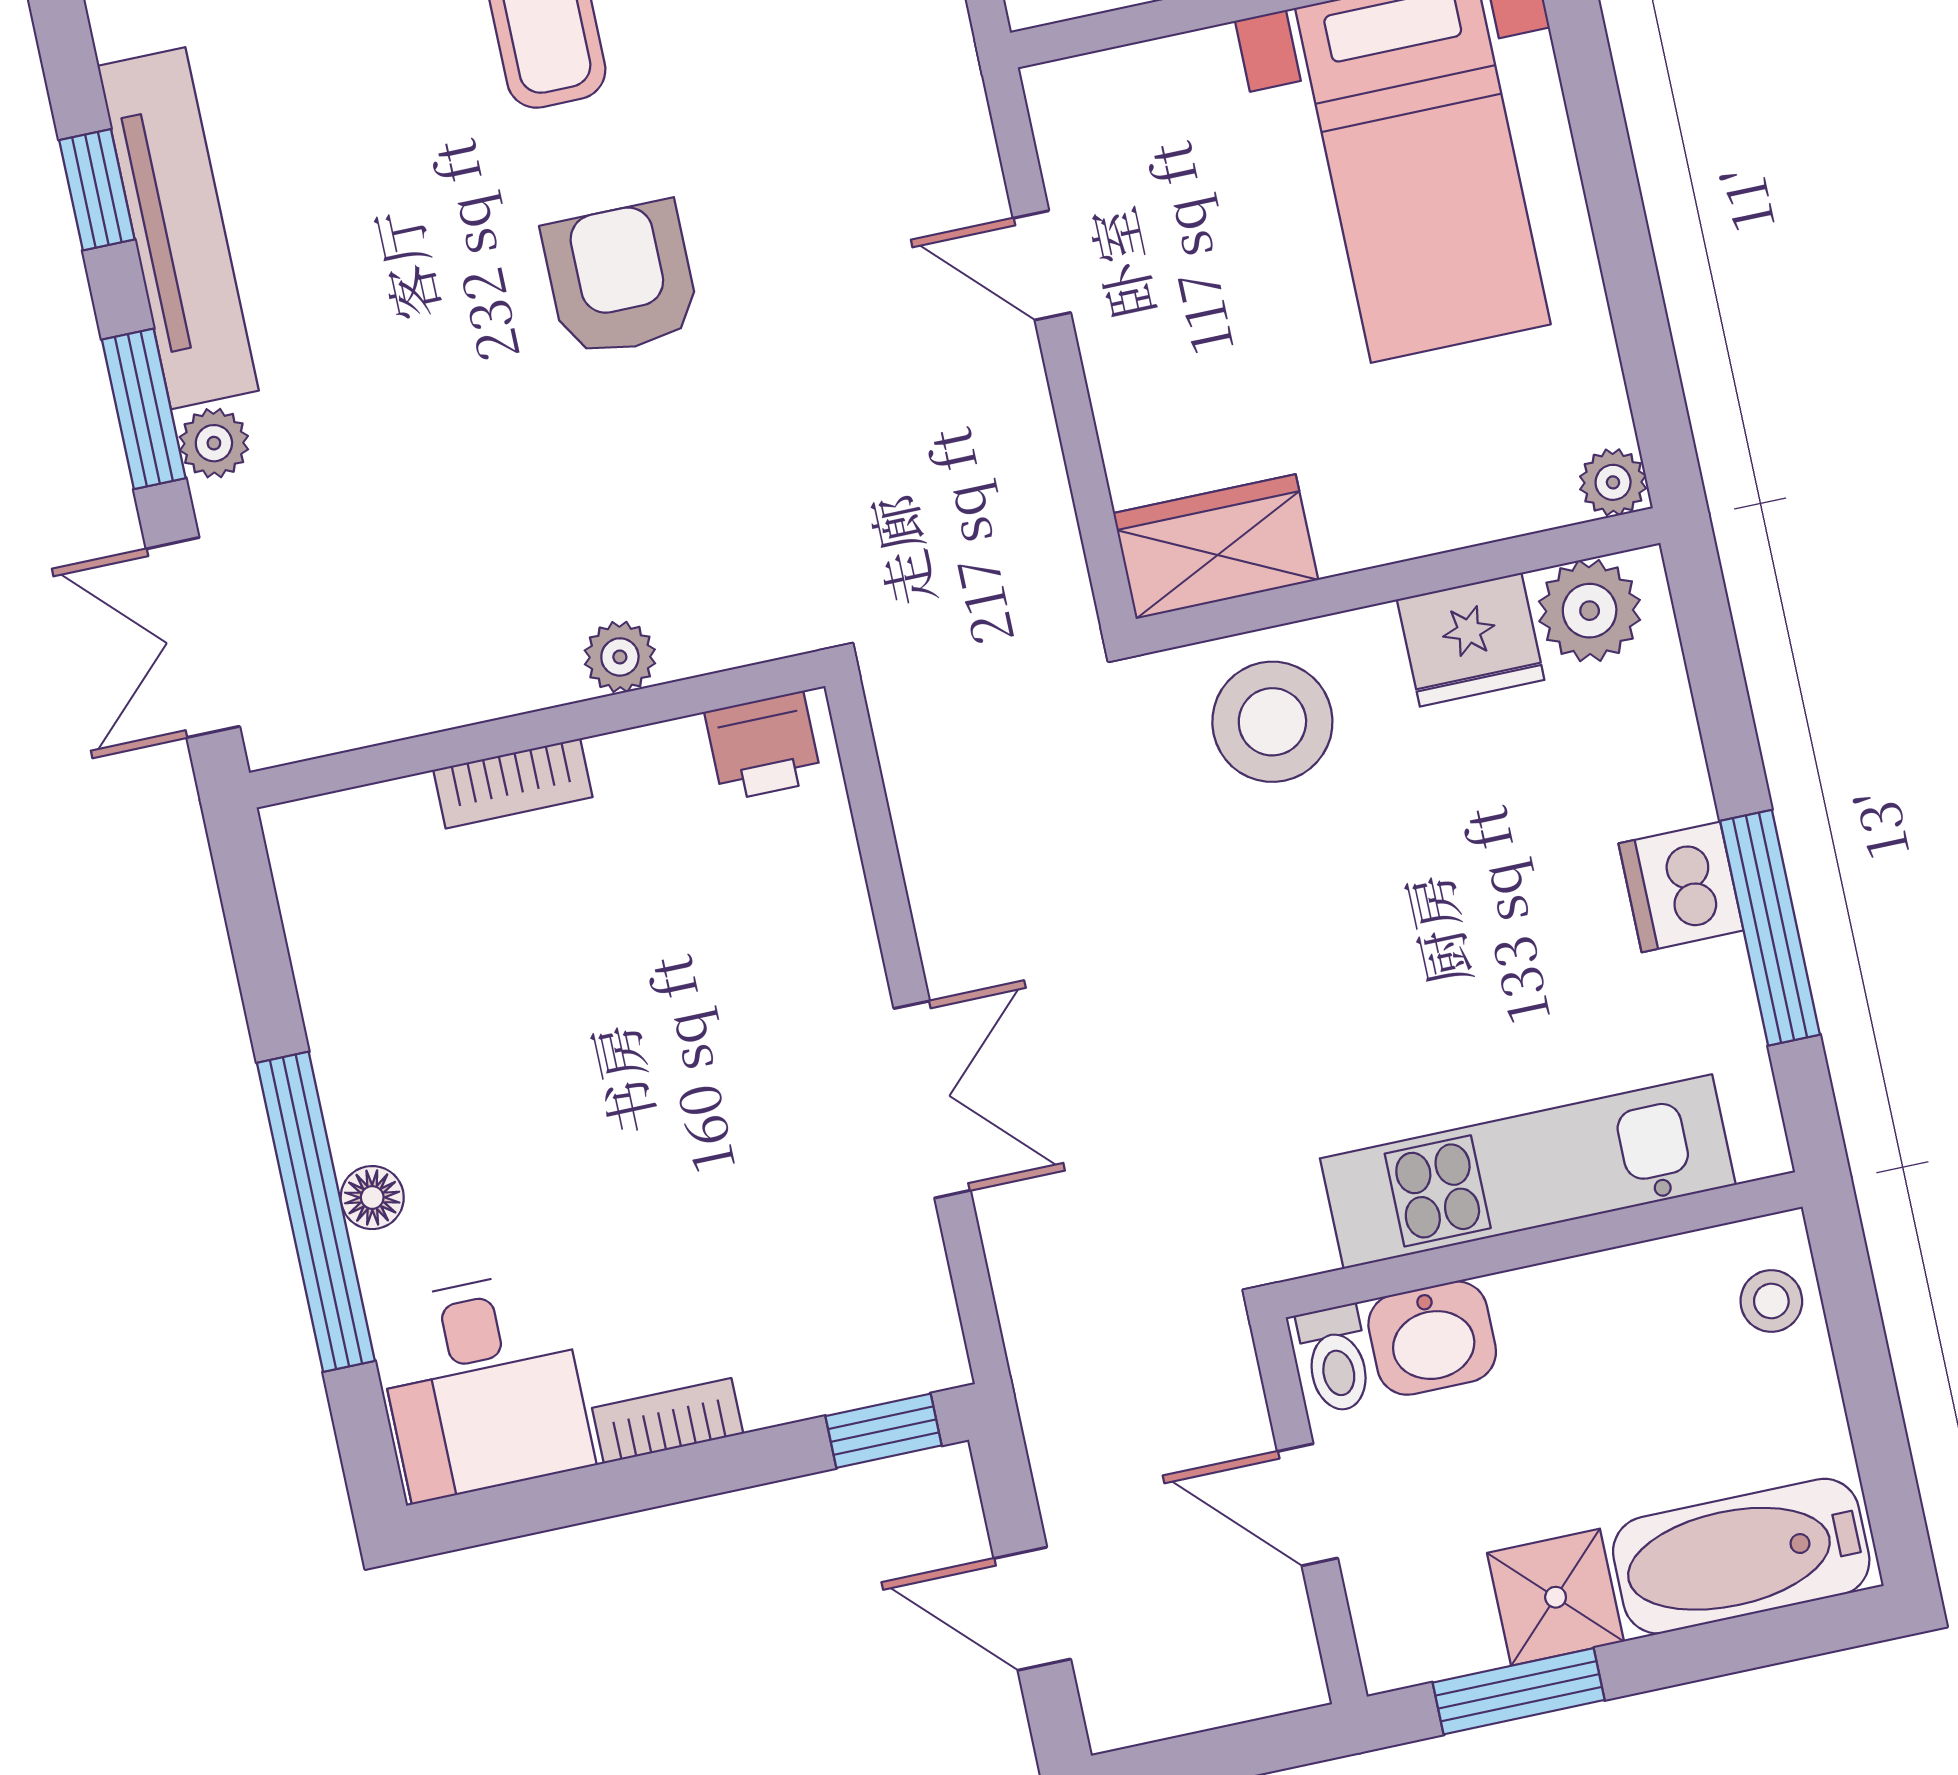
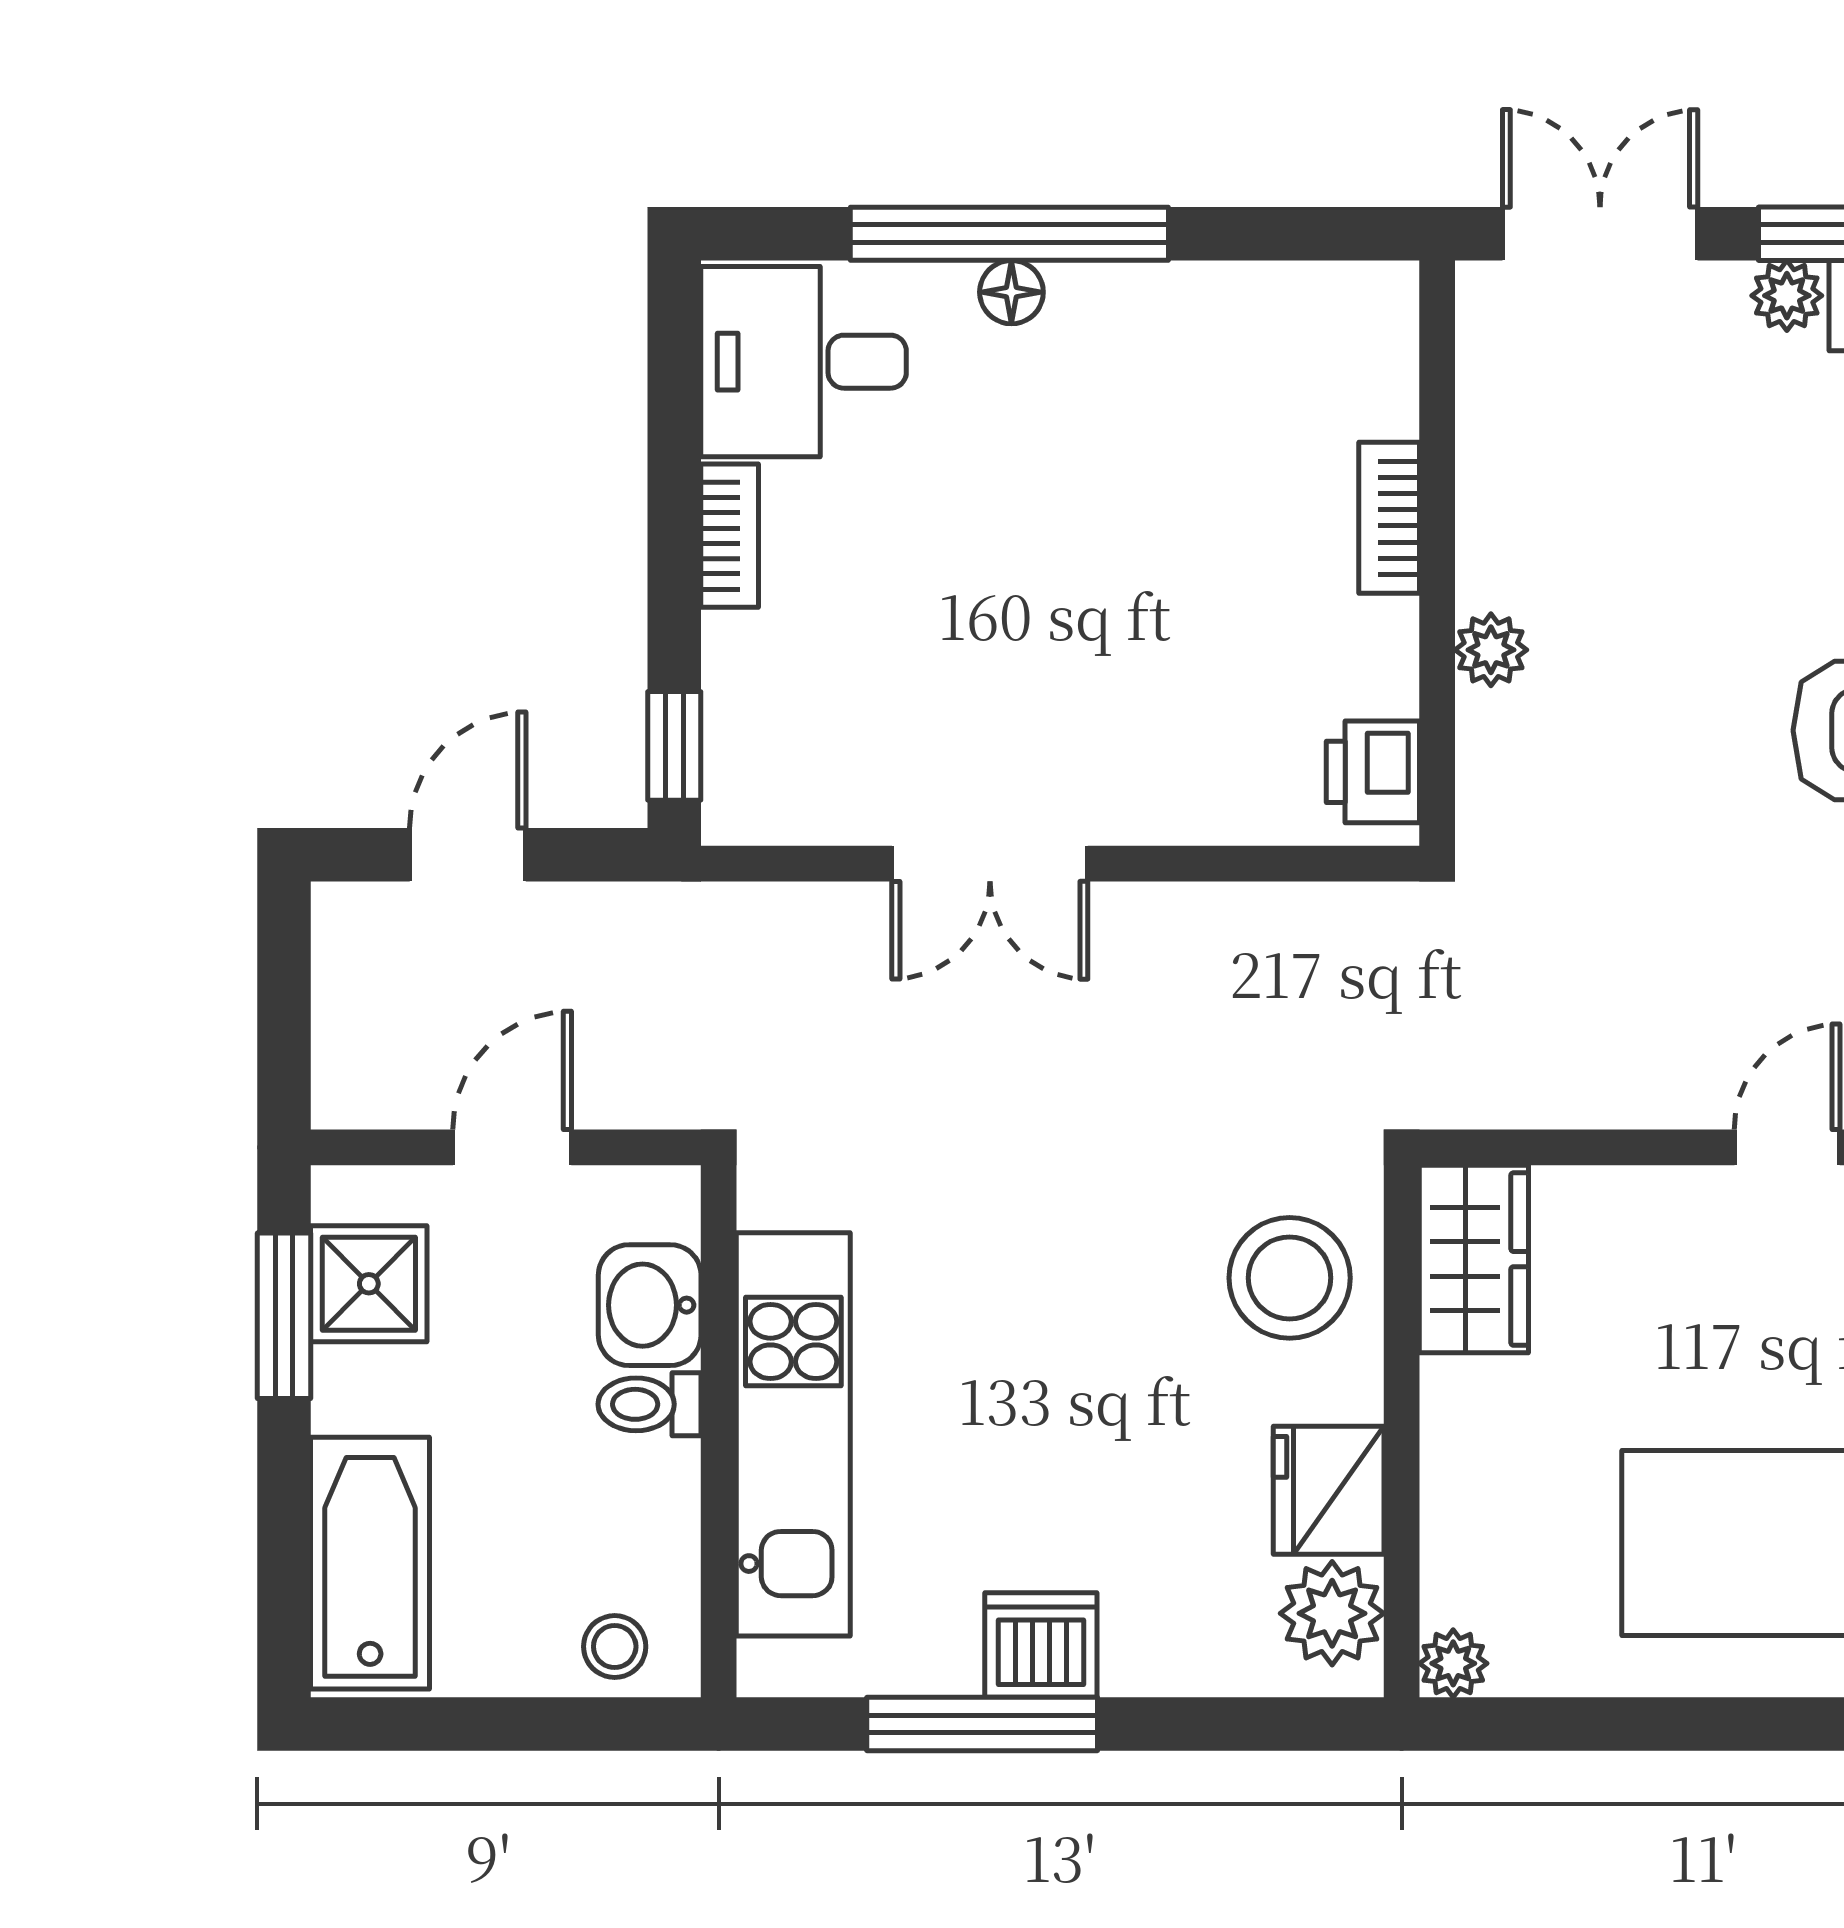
toilet: (1336, 1359) -> (650, 1404), moved
shower: (1556, 1597) -> (369, 1284), moved

